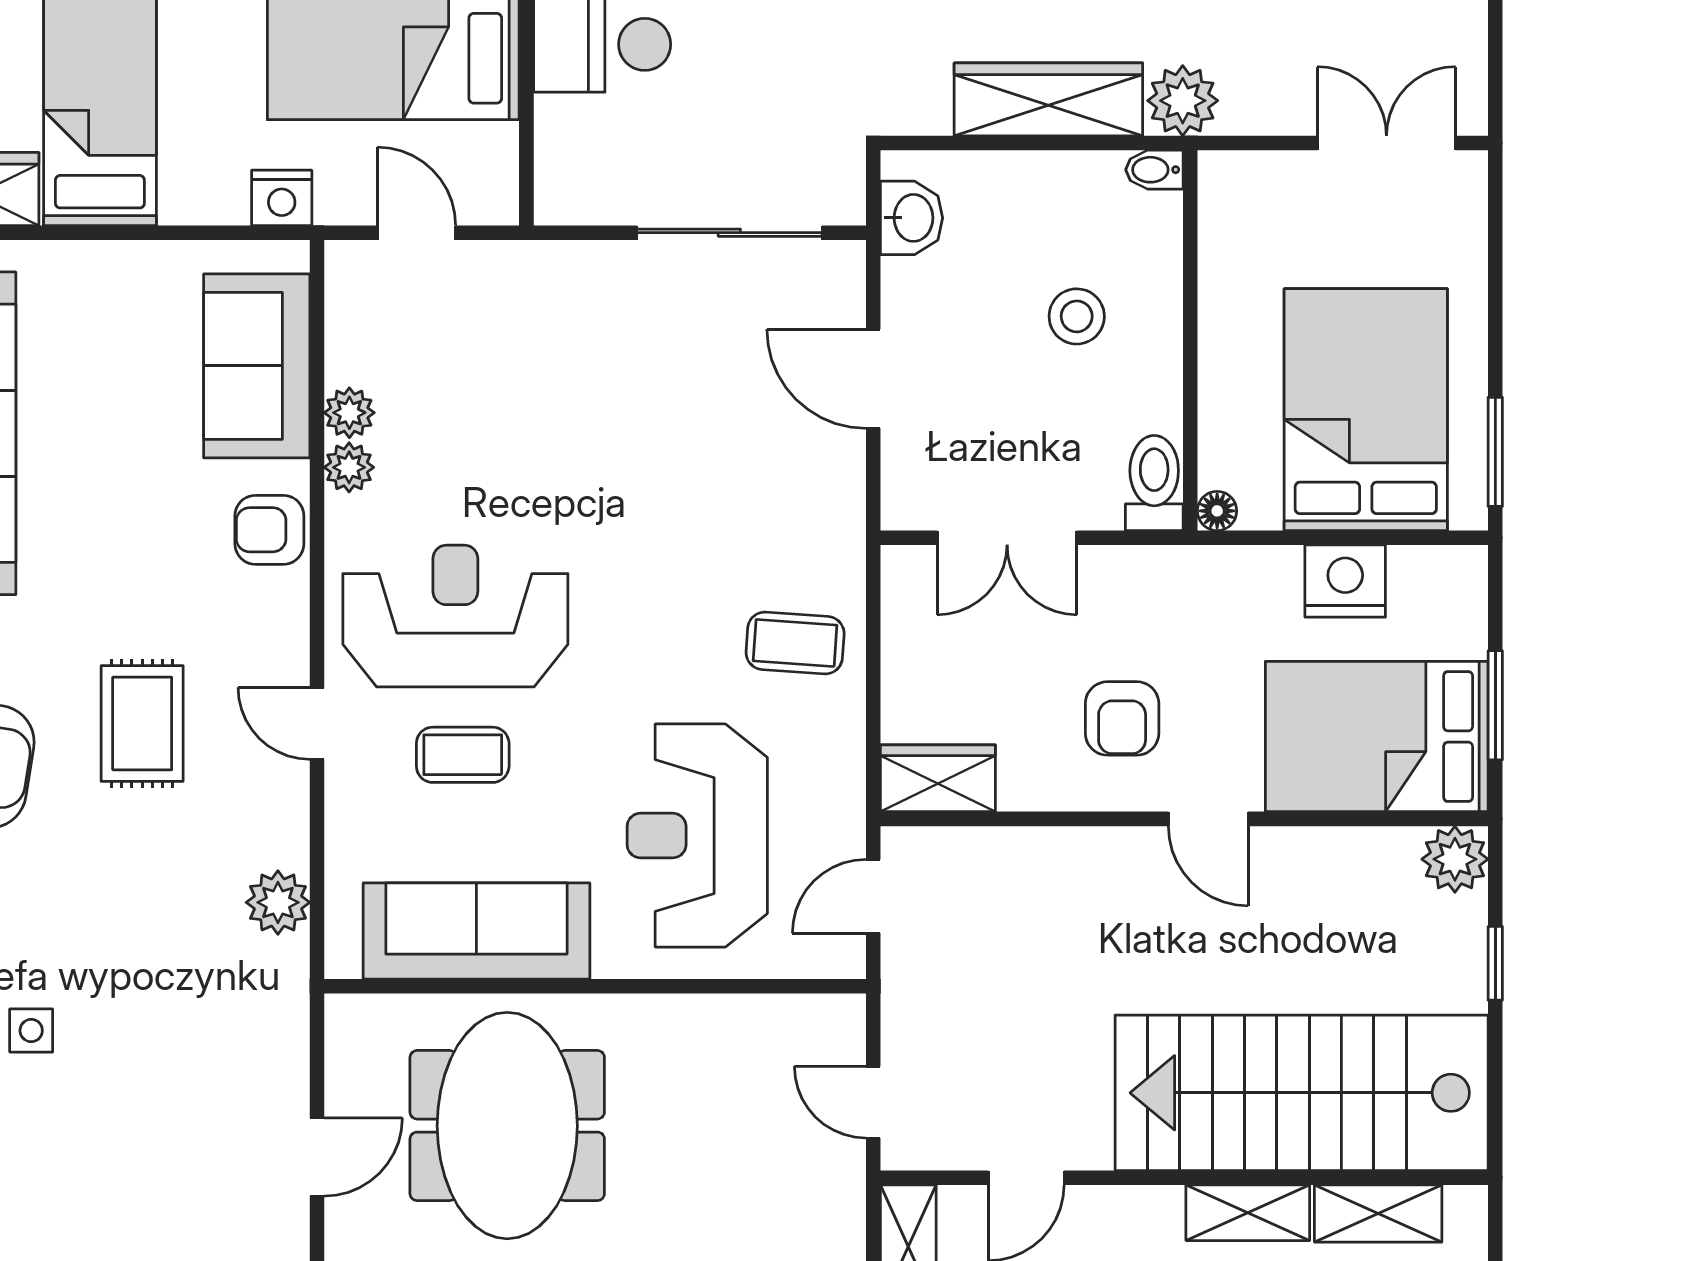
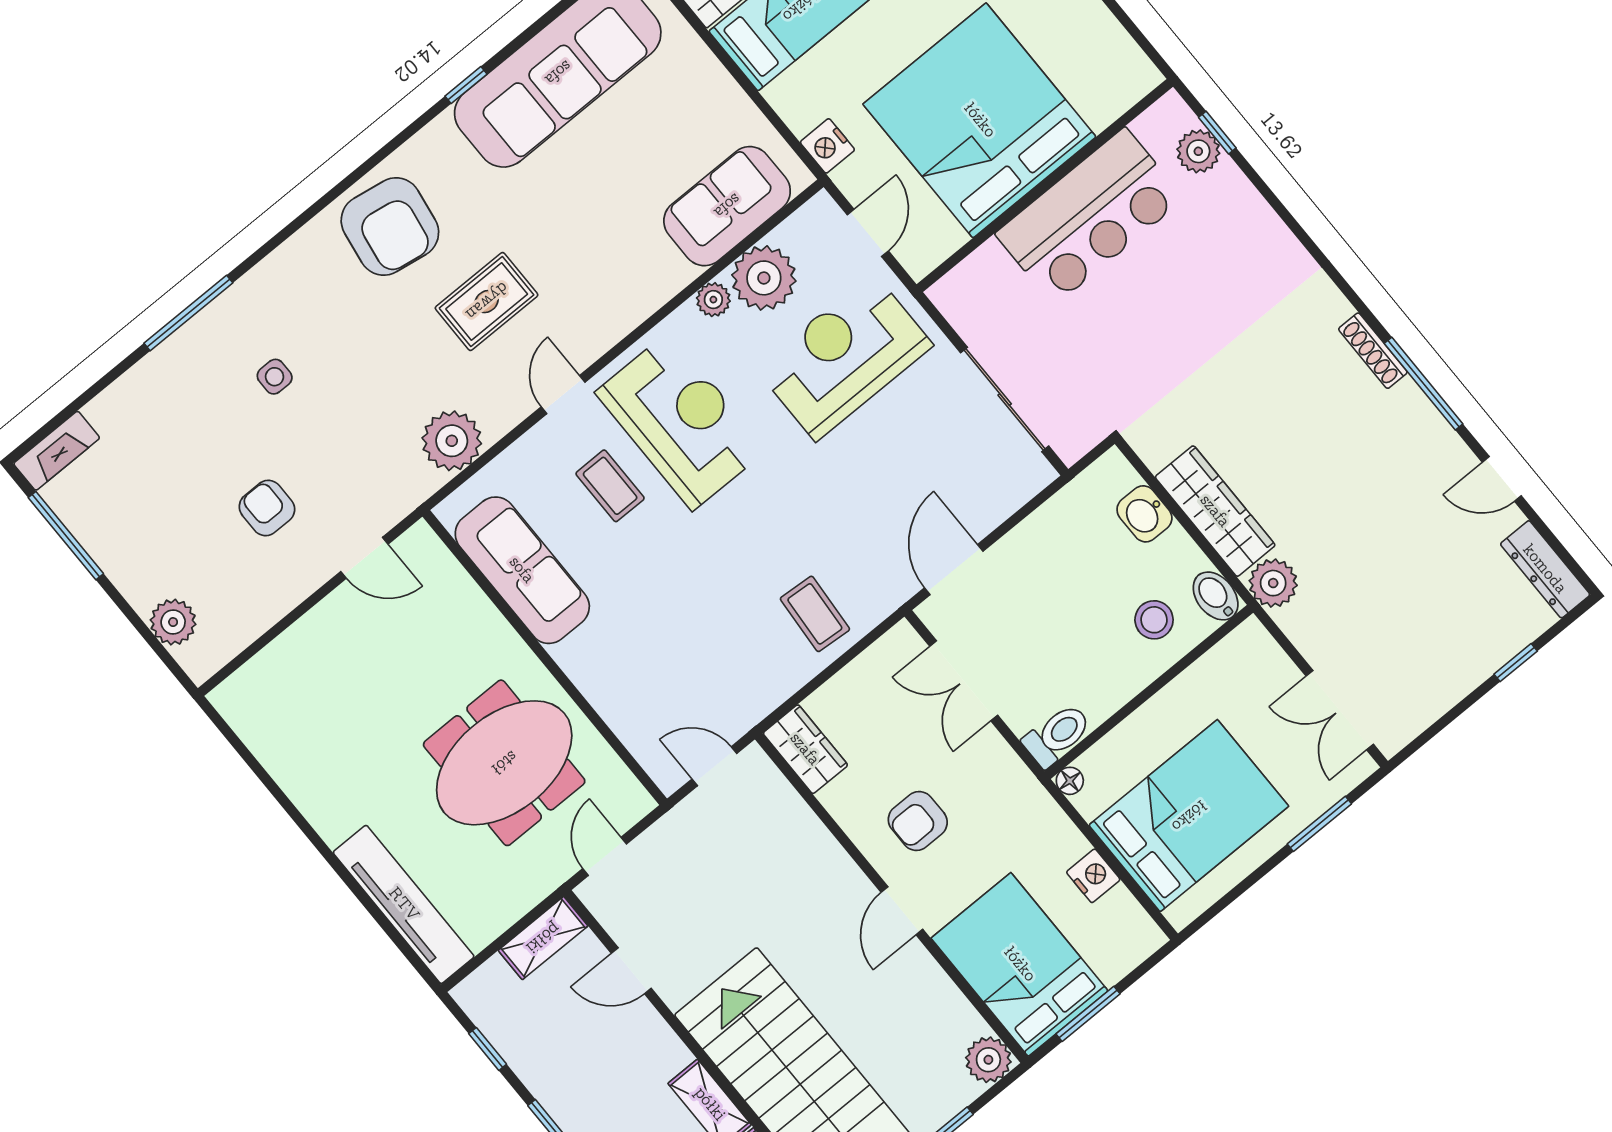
double door: (1386, 143) -> (1340, 710), swing flipped
bidet: (1154, 170) -> (1216, 596), width x1.38, depth x1.36
washbasin: (912, 218) -> (1144, 514), moved, turned 90
stool: (1077, 316) -> (1154, 620), moved
door: (873, 379) -> (954, 570), moved
plant: (349, 413) -> (764, 278), width x1.88, depth x1.88
window: (1495, 452) -> (1319, 824), moved
armchair: (269, 530) -> (267, 508), moved
nightstand: (1345, 581) -> (1093, 876), width x0.74, depth x0.75
reception desk: (697, 836) -> (844, 357), moved
plant: (278, 902) -> (452, 441), width x1.36, depth x1.36
meeting table: (507, 1126) -> (504, 763), moved
door: (317, 1157) -> (364, 558), moved

